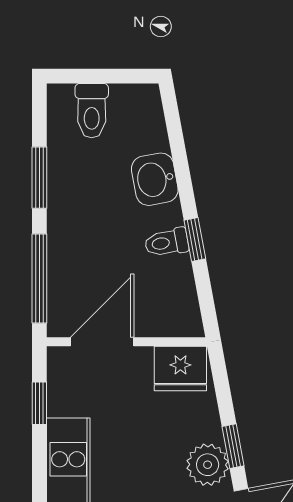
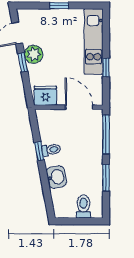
door: (102, 342) -> (79, 107), swing flipped
window: (39, 403) -> (106, 67), moved

